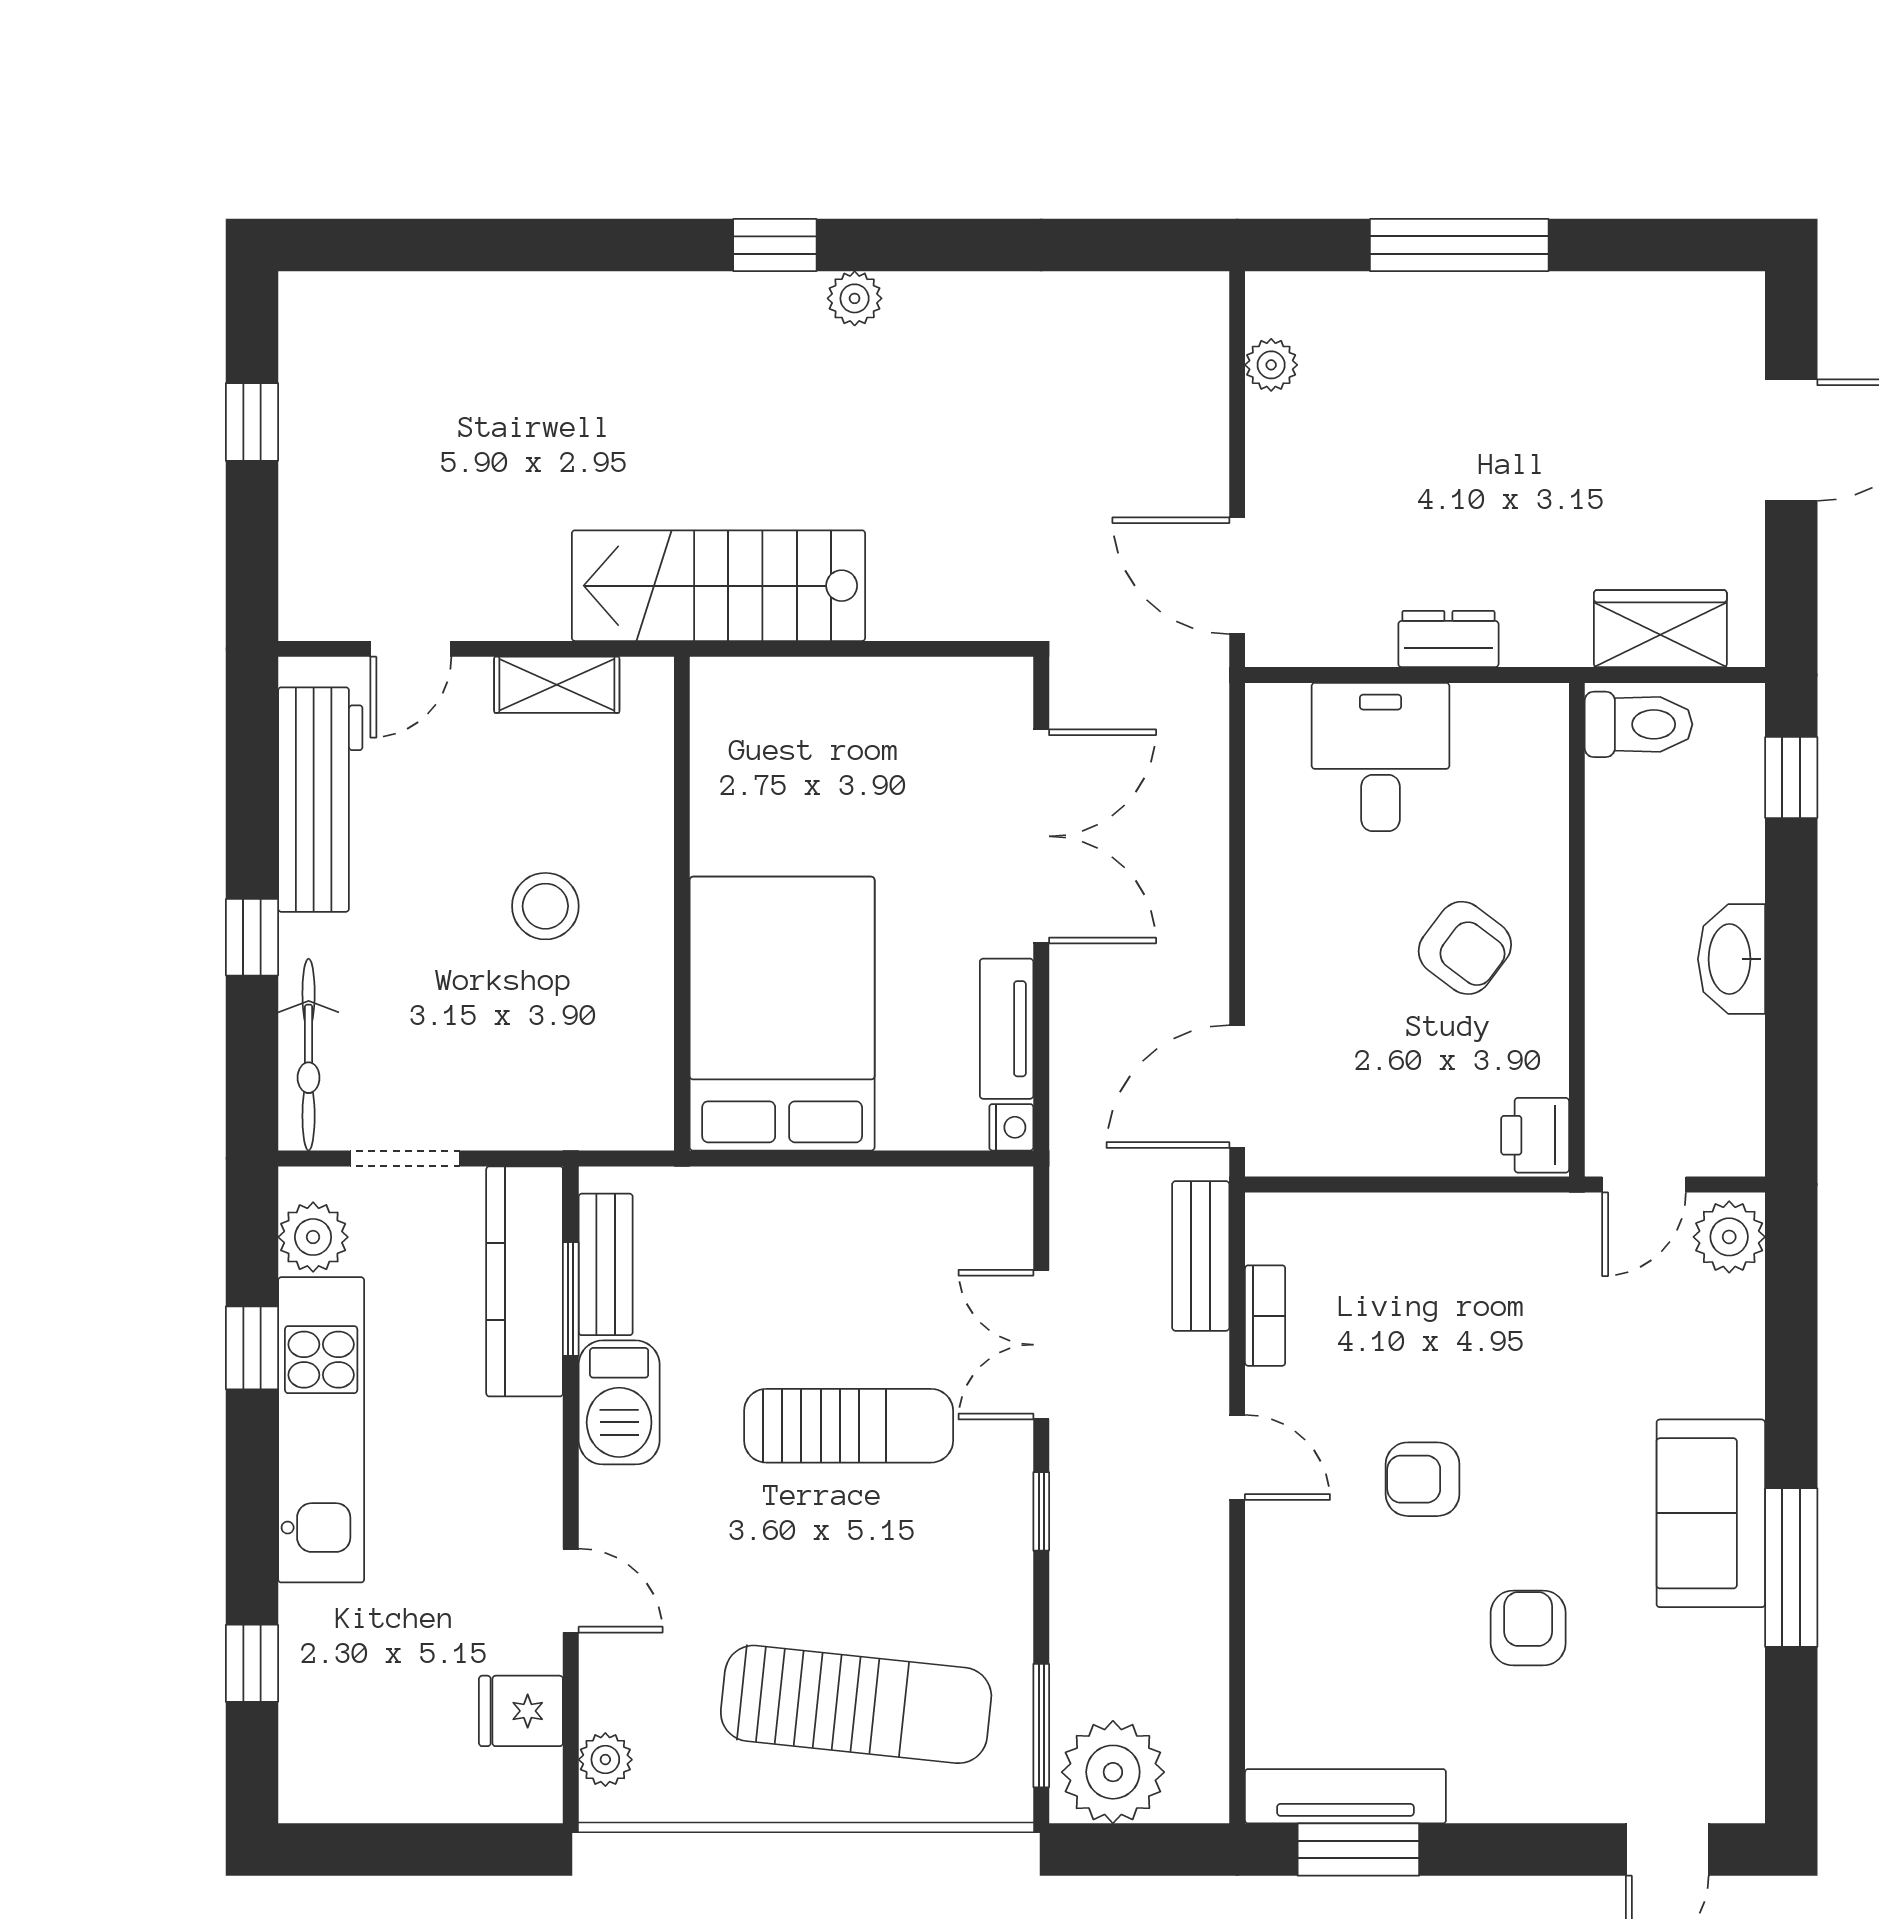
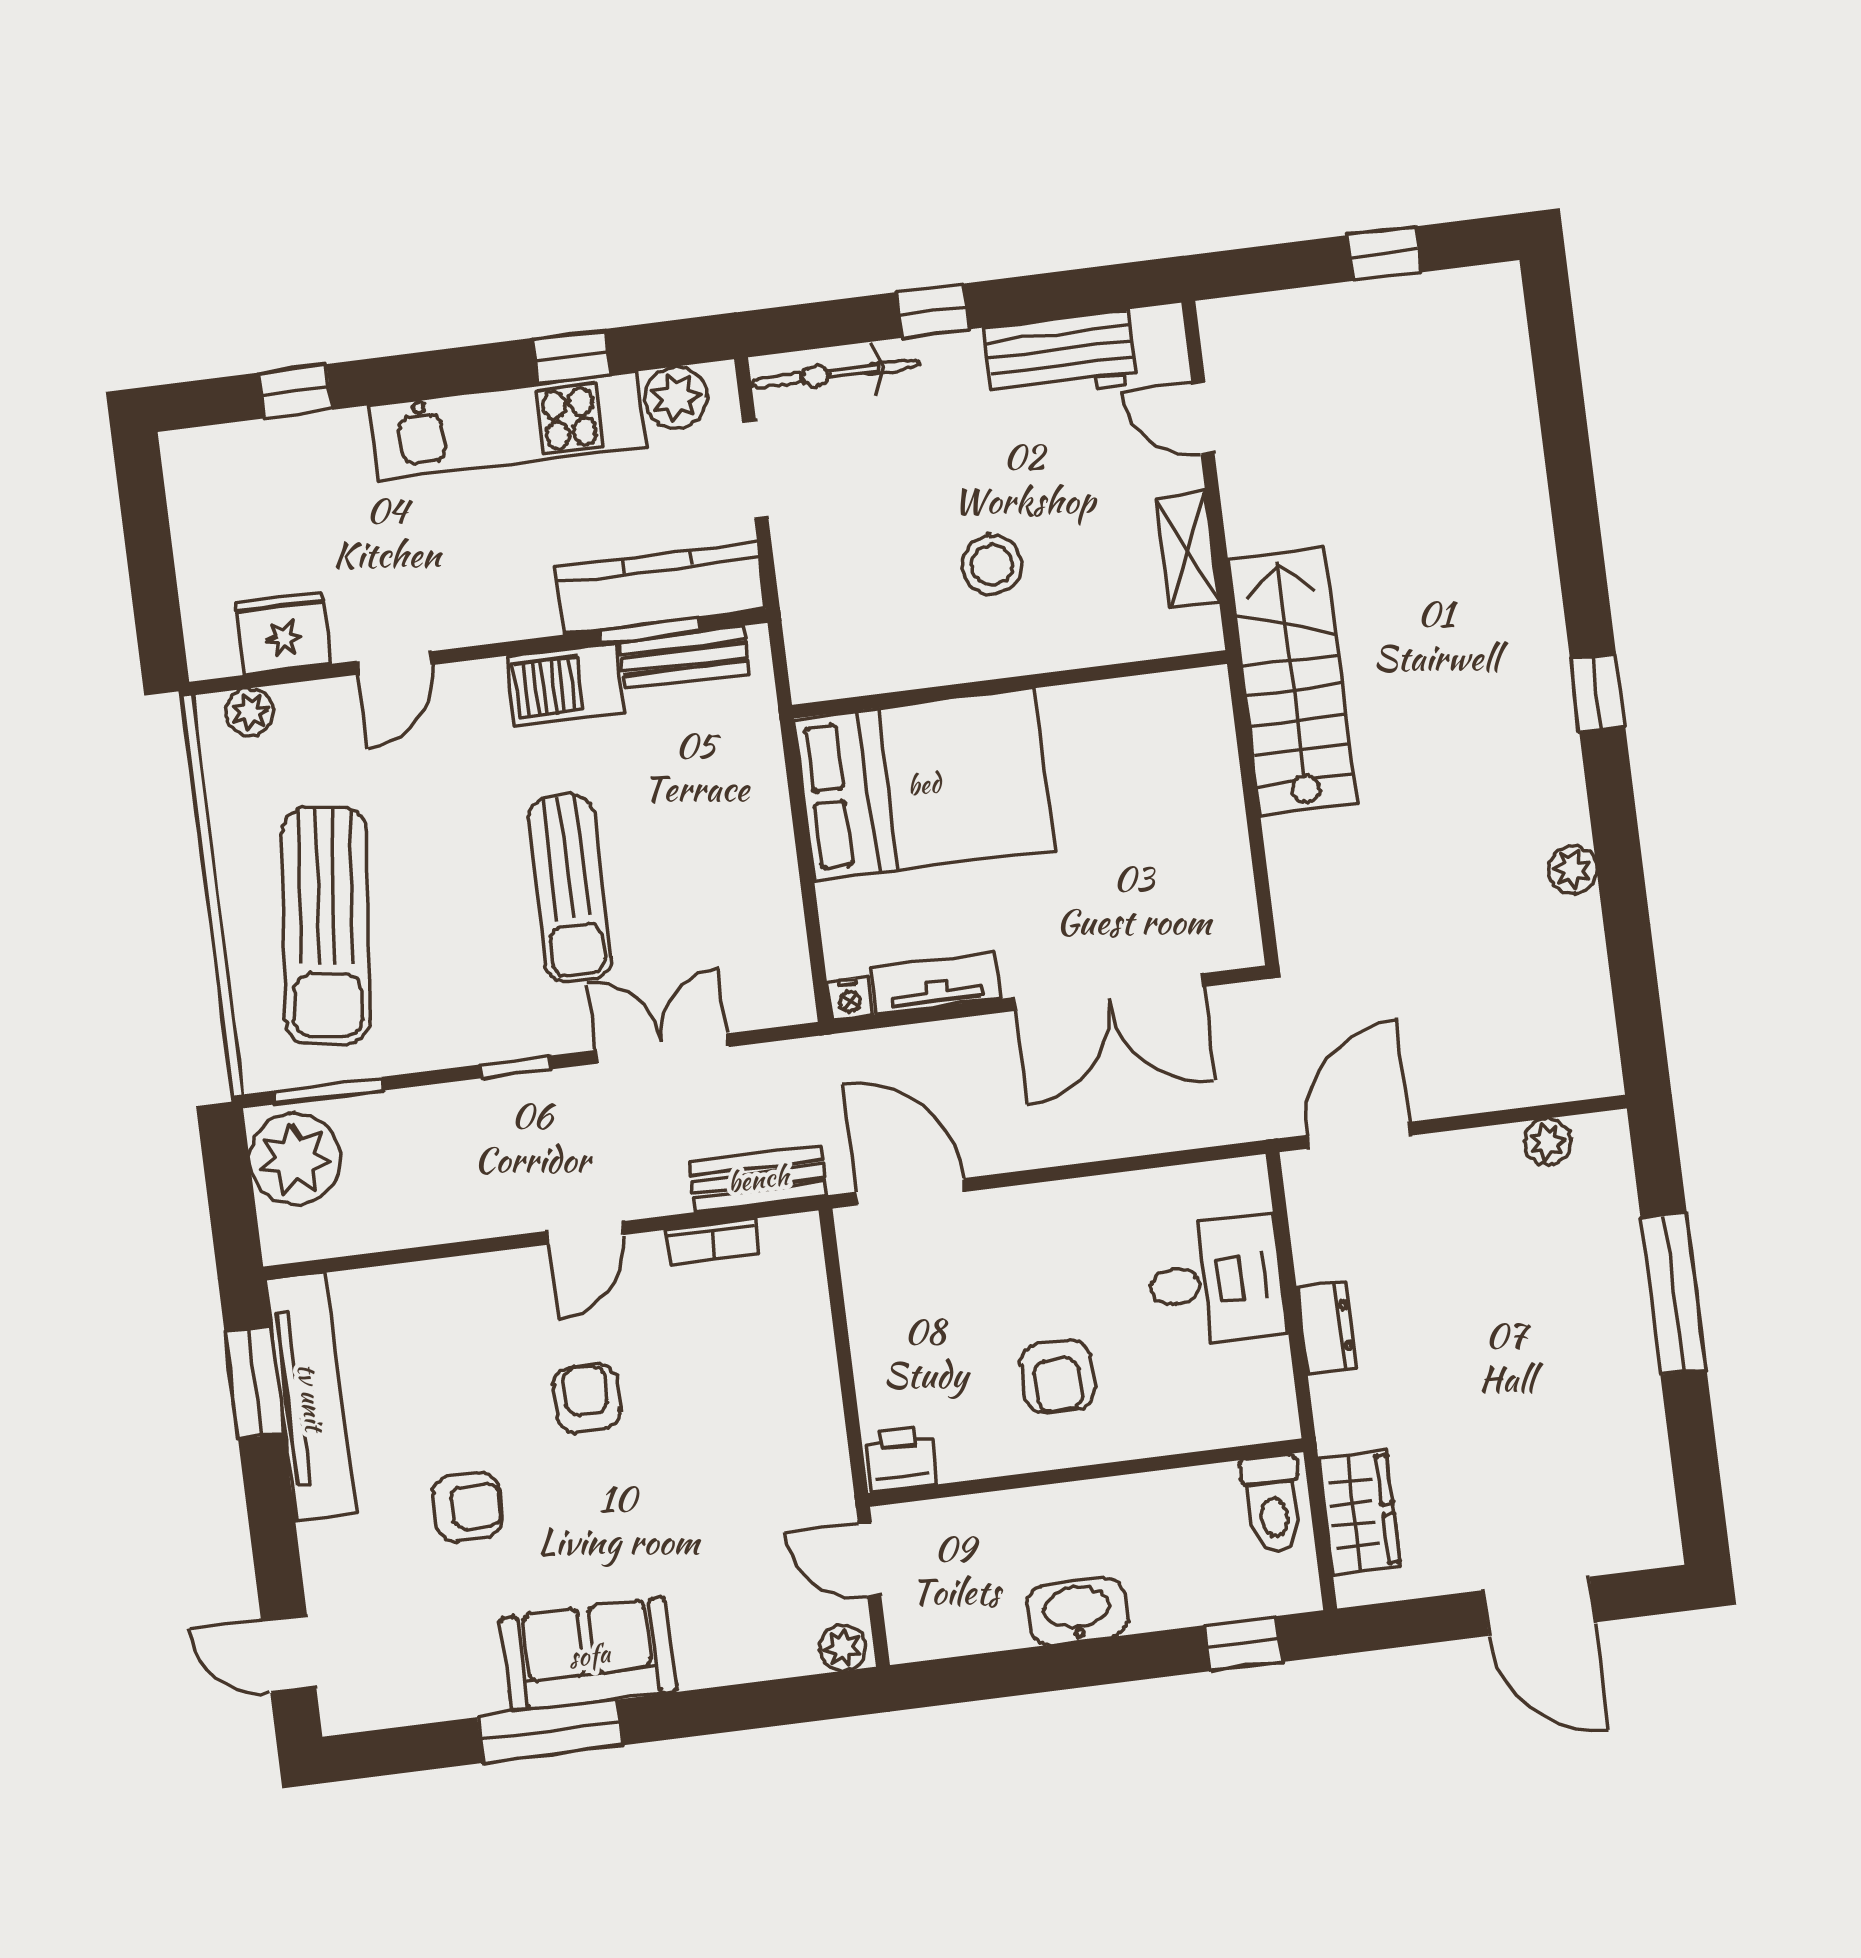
plant: (855, 298) -> (1572, 870), moved
workbench: (320, 800) -> (1061, 355), width x0.73
armchair: (1465, 948) -> (1057, 1376), turned -37
plant: (1729, 1237) -> (843, 1648), width x0.73, depth x0.73
fridge: (521, 1711) -> (283, 633), width x1.38
tv unit: (1345, 1796) -> (311, 1397), width x1.36, depth x1.29

